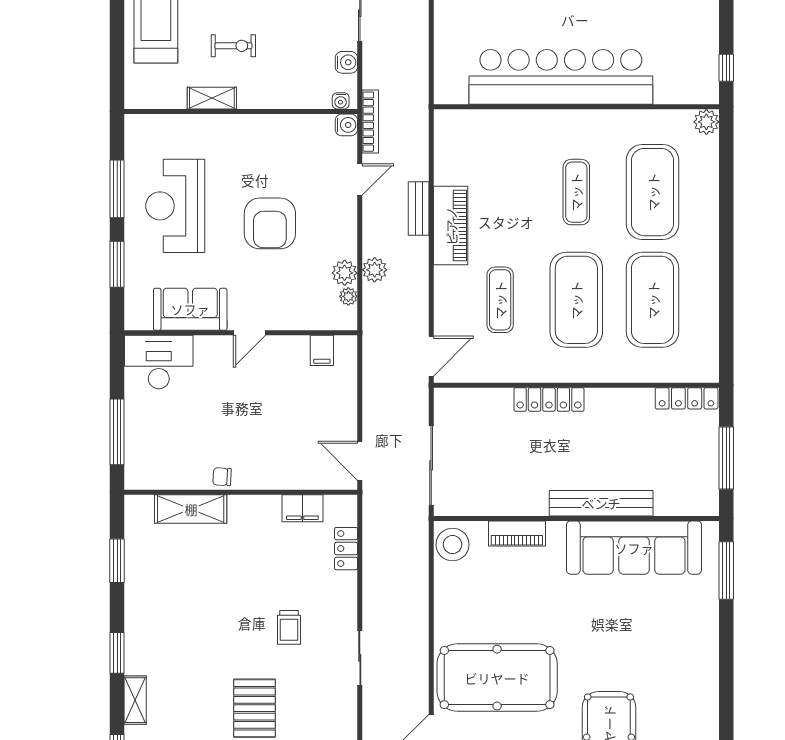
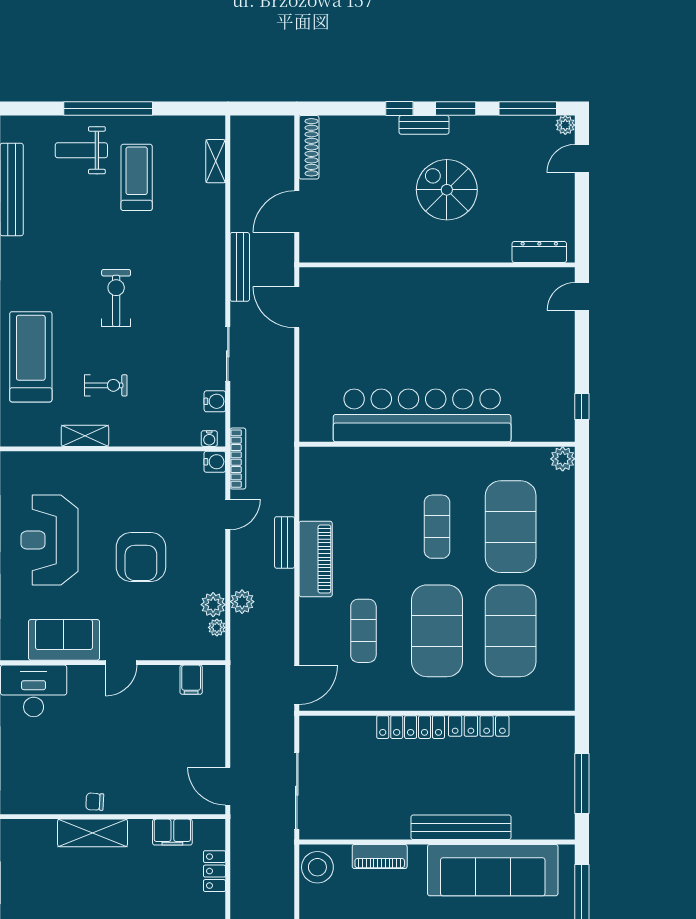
locker: (687, 398) -> (479, 726), moved
shelving: (191, 509) -> (93, 833), moved

